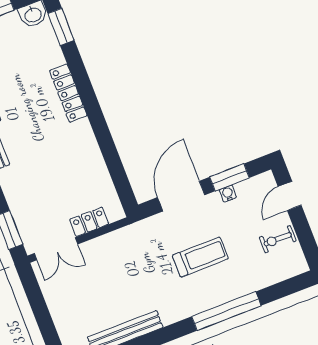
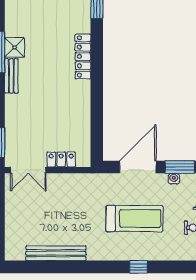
treadmill: (200, 257) -> (135, 219), width x1.37, depth x1.38
window: (226, 311) -> (138, 267), width x0.32

